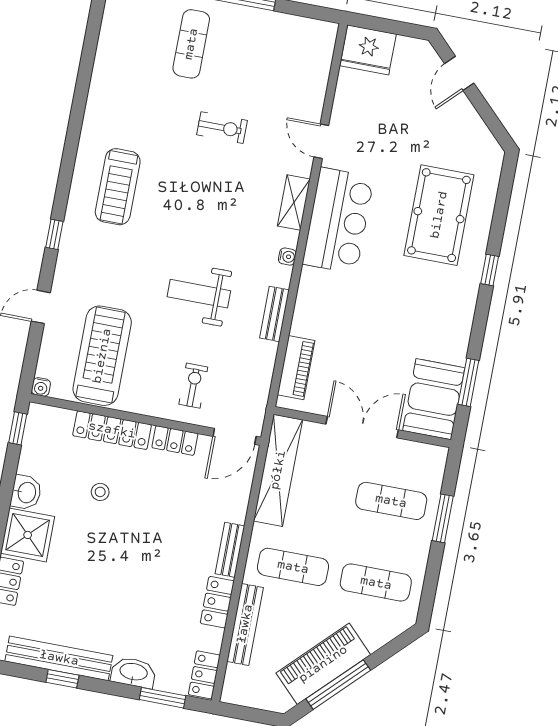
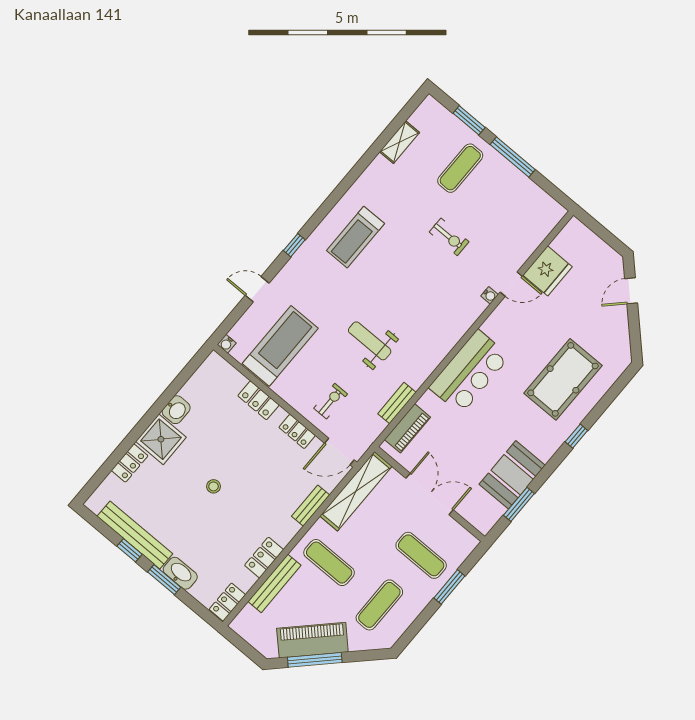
fridge: (368, 50) -> (548, 271), moved, turned -90
door: (321, 141) -> (511, 284), swing flipped
shelving: (294, 203) -> (399, 142), moved
bar counter: (338, 221) -> (469, 372), moved
water cooler: (287, 257) -> (490, 295), moved
bench: (274, 314) -> (397, 403), moved
booth: (434, 399) -> (512, 475), moved
window: (18, 428) -> (195, 363), removed
locker: (112, 430) -> (258, 400), width x0.66
stool: (100, 492) -> (214, 486), moved
bench: (230, 550) -> (311, 506), moved
exercise mat: (376, 583) -> (379, 605), turned 90
window: (162, 698) -> (164, 580), moved

